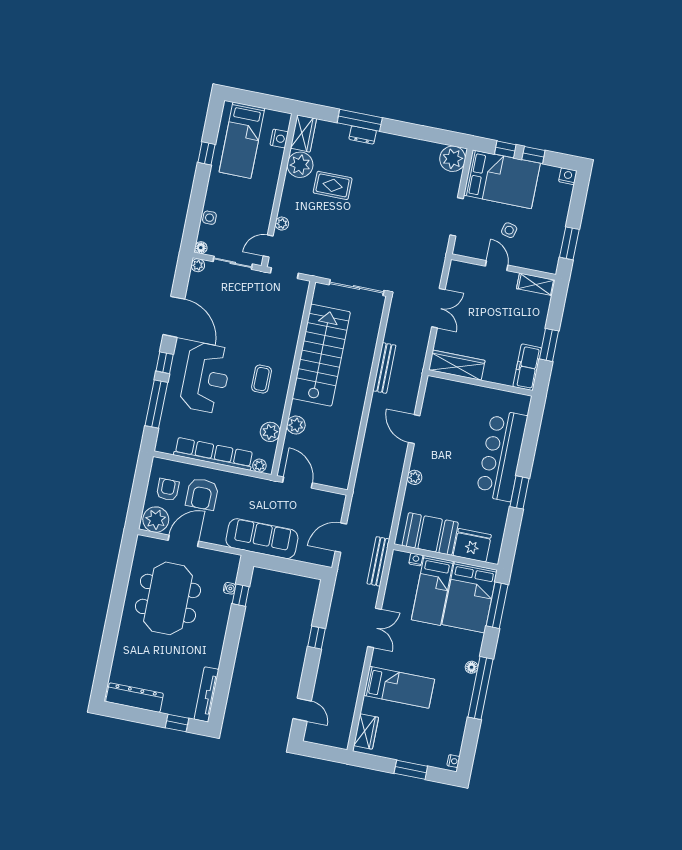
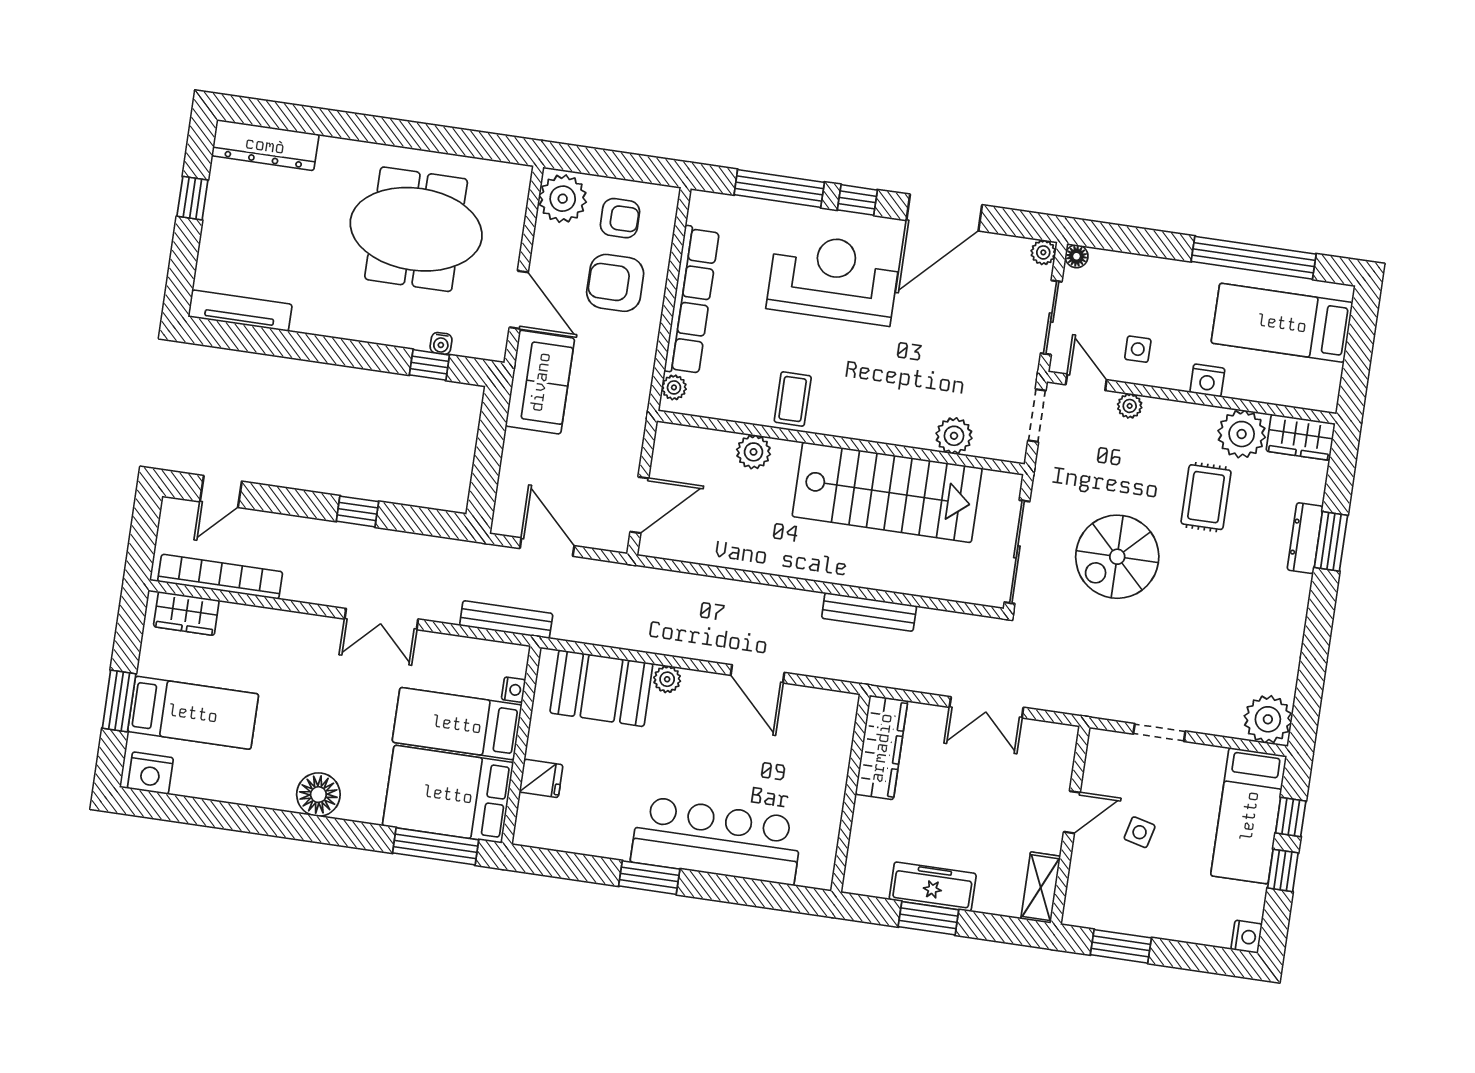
window: (360, 120) -> (1331, 541), width x0.69
dresser: (363, 135) -> (1305, 538), width x1.44
nightstand: (279, 138) -> (1207, 380), moved
window: (207, 153) -> (1254, 258), width x3.17
bed: (502, 179) -> (1249, 816), width x0.67
doorway: (457, 217) -> (1159, 733), width x0.73
side table: (209, 218) -> (1138, 349), moved
spiral stairs: (362, 234) -> (1117, 557), added
freezer: (527, 367) -> (933, 887), moved
reception desk: (206, 378) -> (833, 279), turned 180
coffee table: (262, 379) -> (793, 399), moved, turned 90
door: (414, 429) -> (757, 674), swing flipped
plant: (270, 432) -> (954, 436), moved
door: (298, 483) -> (639, 505), moved
booth: (430, 534) -> (601, 688), moved, turned 90
sofa: (262, 539) -> (540, 382), width x0.73
door: (183, 541) -> (519, 300), moved
fridge: (472, 545) -> (541, 778), width x0.53, depth x0.75
floor lamp: (472, 667) -> (318, 795), width x1.89, depth x1.89
bed: (399, 687) -> (193, 713), moved, turned -90
window: (480, 688) -> (279, 824), removed
dresser: (135, 698) -> (265, 145), moved, turned 90
bookcase: (347, 712) -> (220, 577), added
window: (177, 723) -> (192, 198), moved
nightstand: (453, 761) -> (150, 773), width x1.89, depth x1.79

